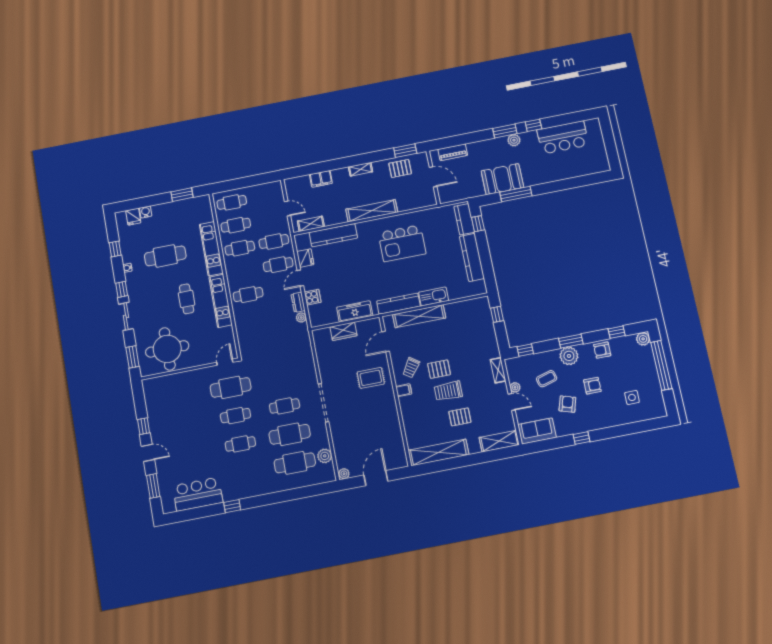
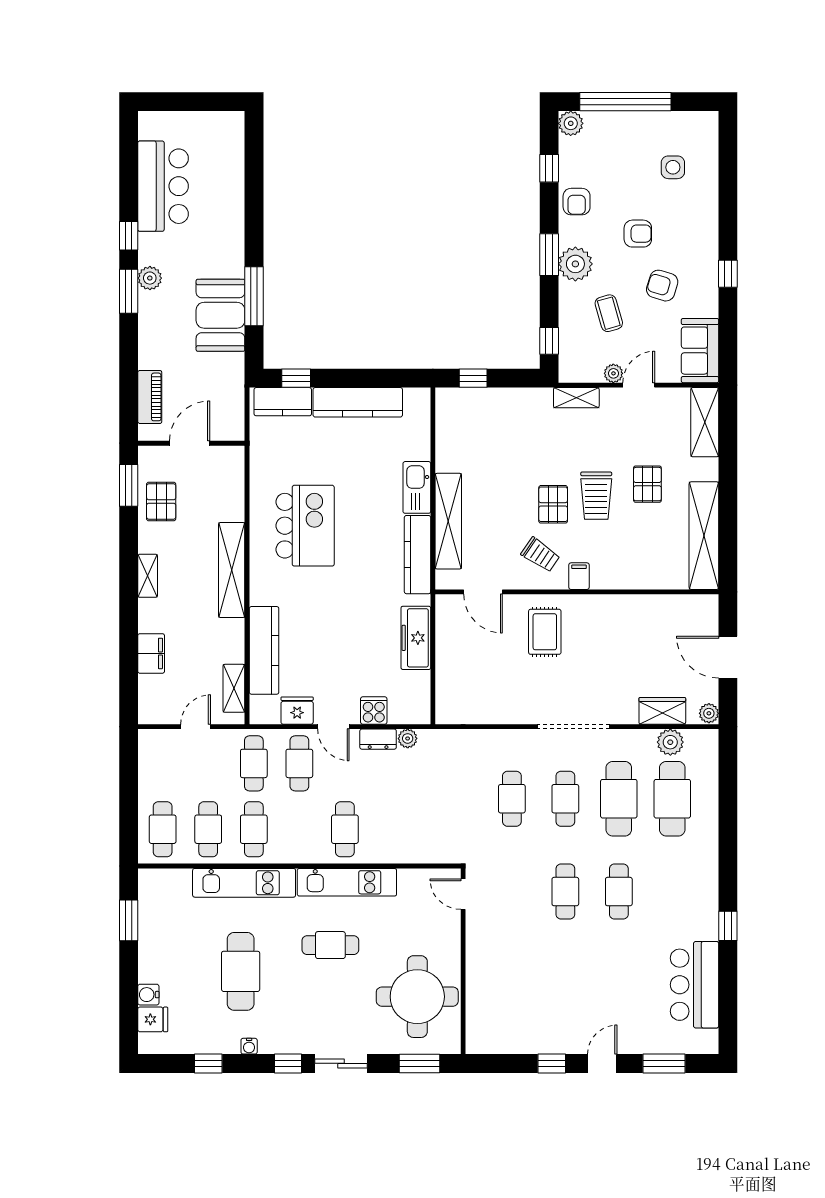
wardrobe: (343, 331) -> (662, 711), moved, turned -90
armchair: (592, 386) -> (638, 234), turned 90
cafe table: (231, 387) -> (512, 799), moved, width x0.73, depth x0.74

